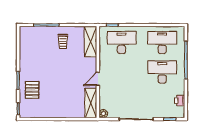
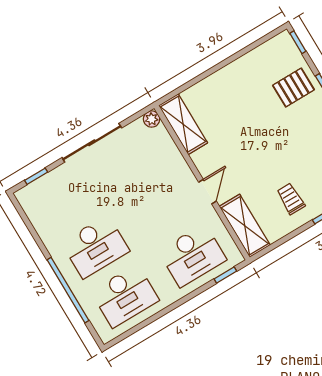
door: (98, 79) -> (207, 192), moved
pallet: (32, 90) -> (293, 88), turned 90
printer: (180, 101) -> (38, 217), removed

